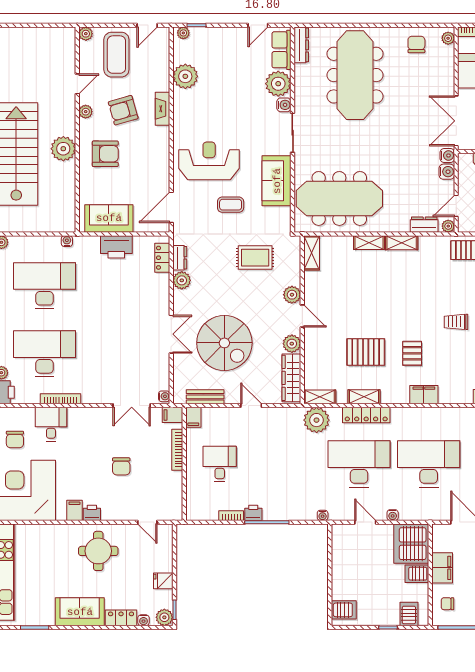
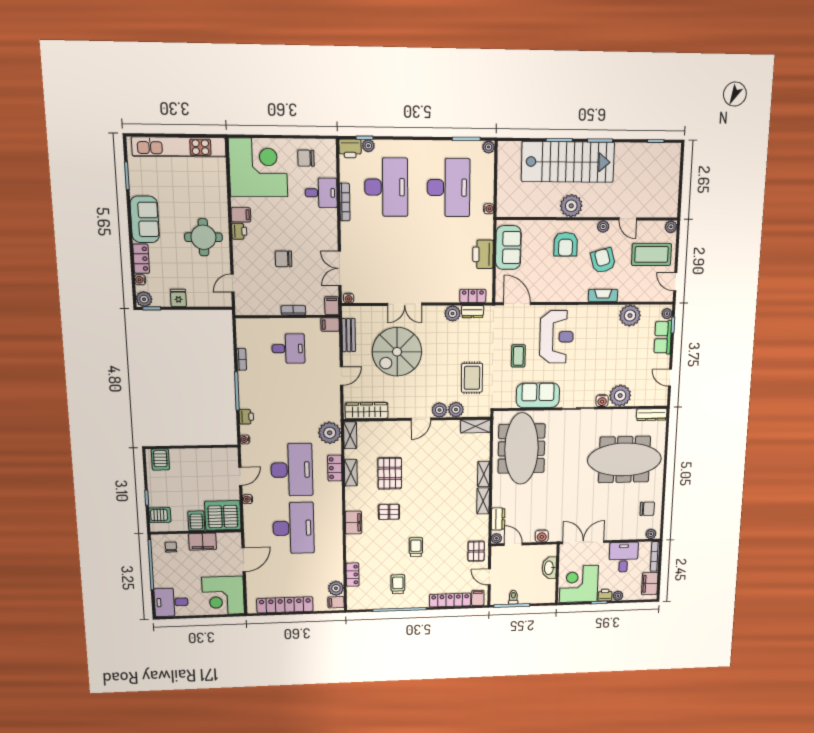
row of seats: (282, 50) -> (663, 337), moved, turned -90
water cooler: (447, 155) -> (555, 536), removed
plant: (292, 344) -> (456, 410), moved
locker: (366, 415) -> (335, 468), width x0.66
bookcase: (177, 450) -> (293, 310), width x0.64
printer: (253, 513) -> (246, 417), moved

